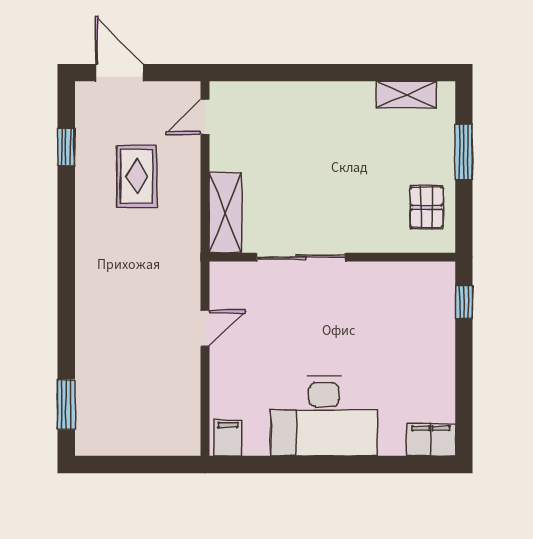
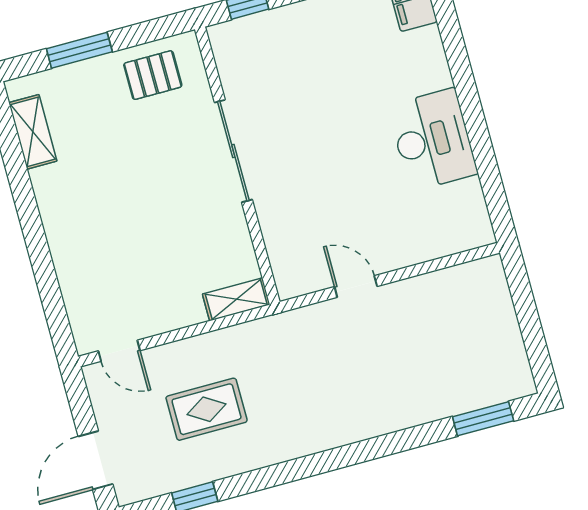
shelving: (225, 213) -> (236, 299), width x0.67, depth x0.75
sliding door: (301, 257) -> (233, 151), moved
desk: (324, 416) -> (433, 140), width x0.73, depth x0.77
filing cabinet: (228, 438) -> (471, 227), removed

